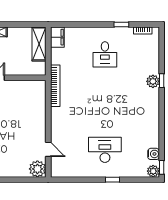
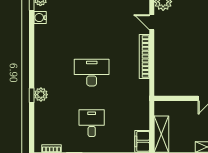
bookcase: (55, 86) -> (144, 57), moved
desk: (105, 150) -> (92, 73), moved, turned 180

